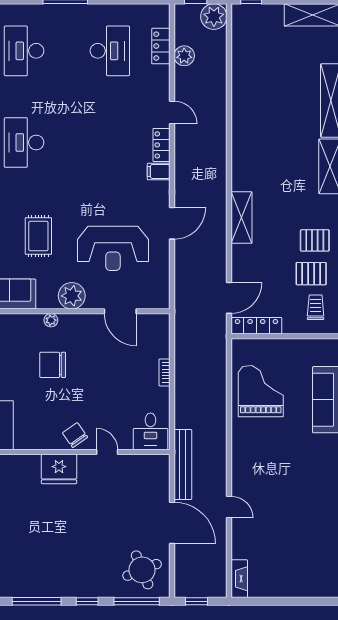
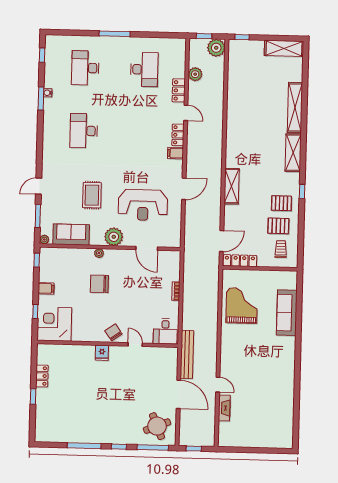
locker: (161, 46) -> (179, 90), moved
fridge: (59, 469) -> (102, 353), width x0.53, depth x0.75
fireplace: (239, 579) -> (224, 408), moved

